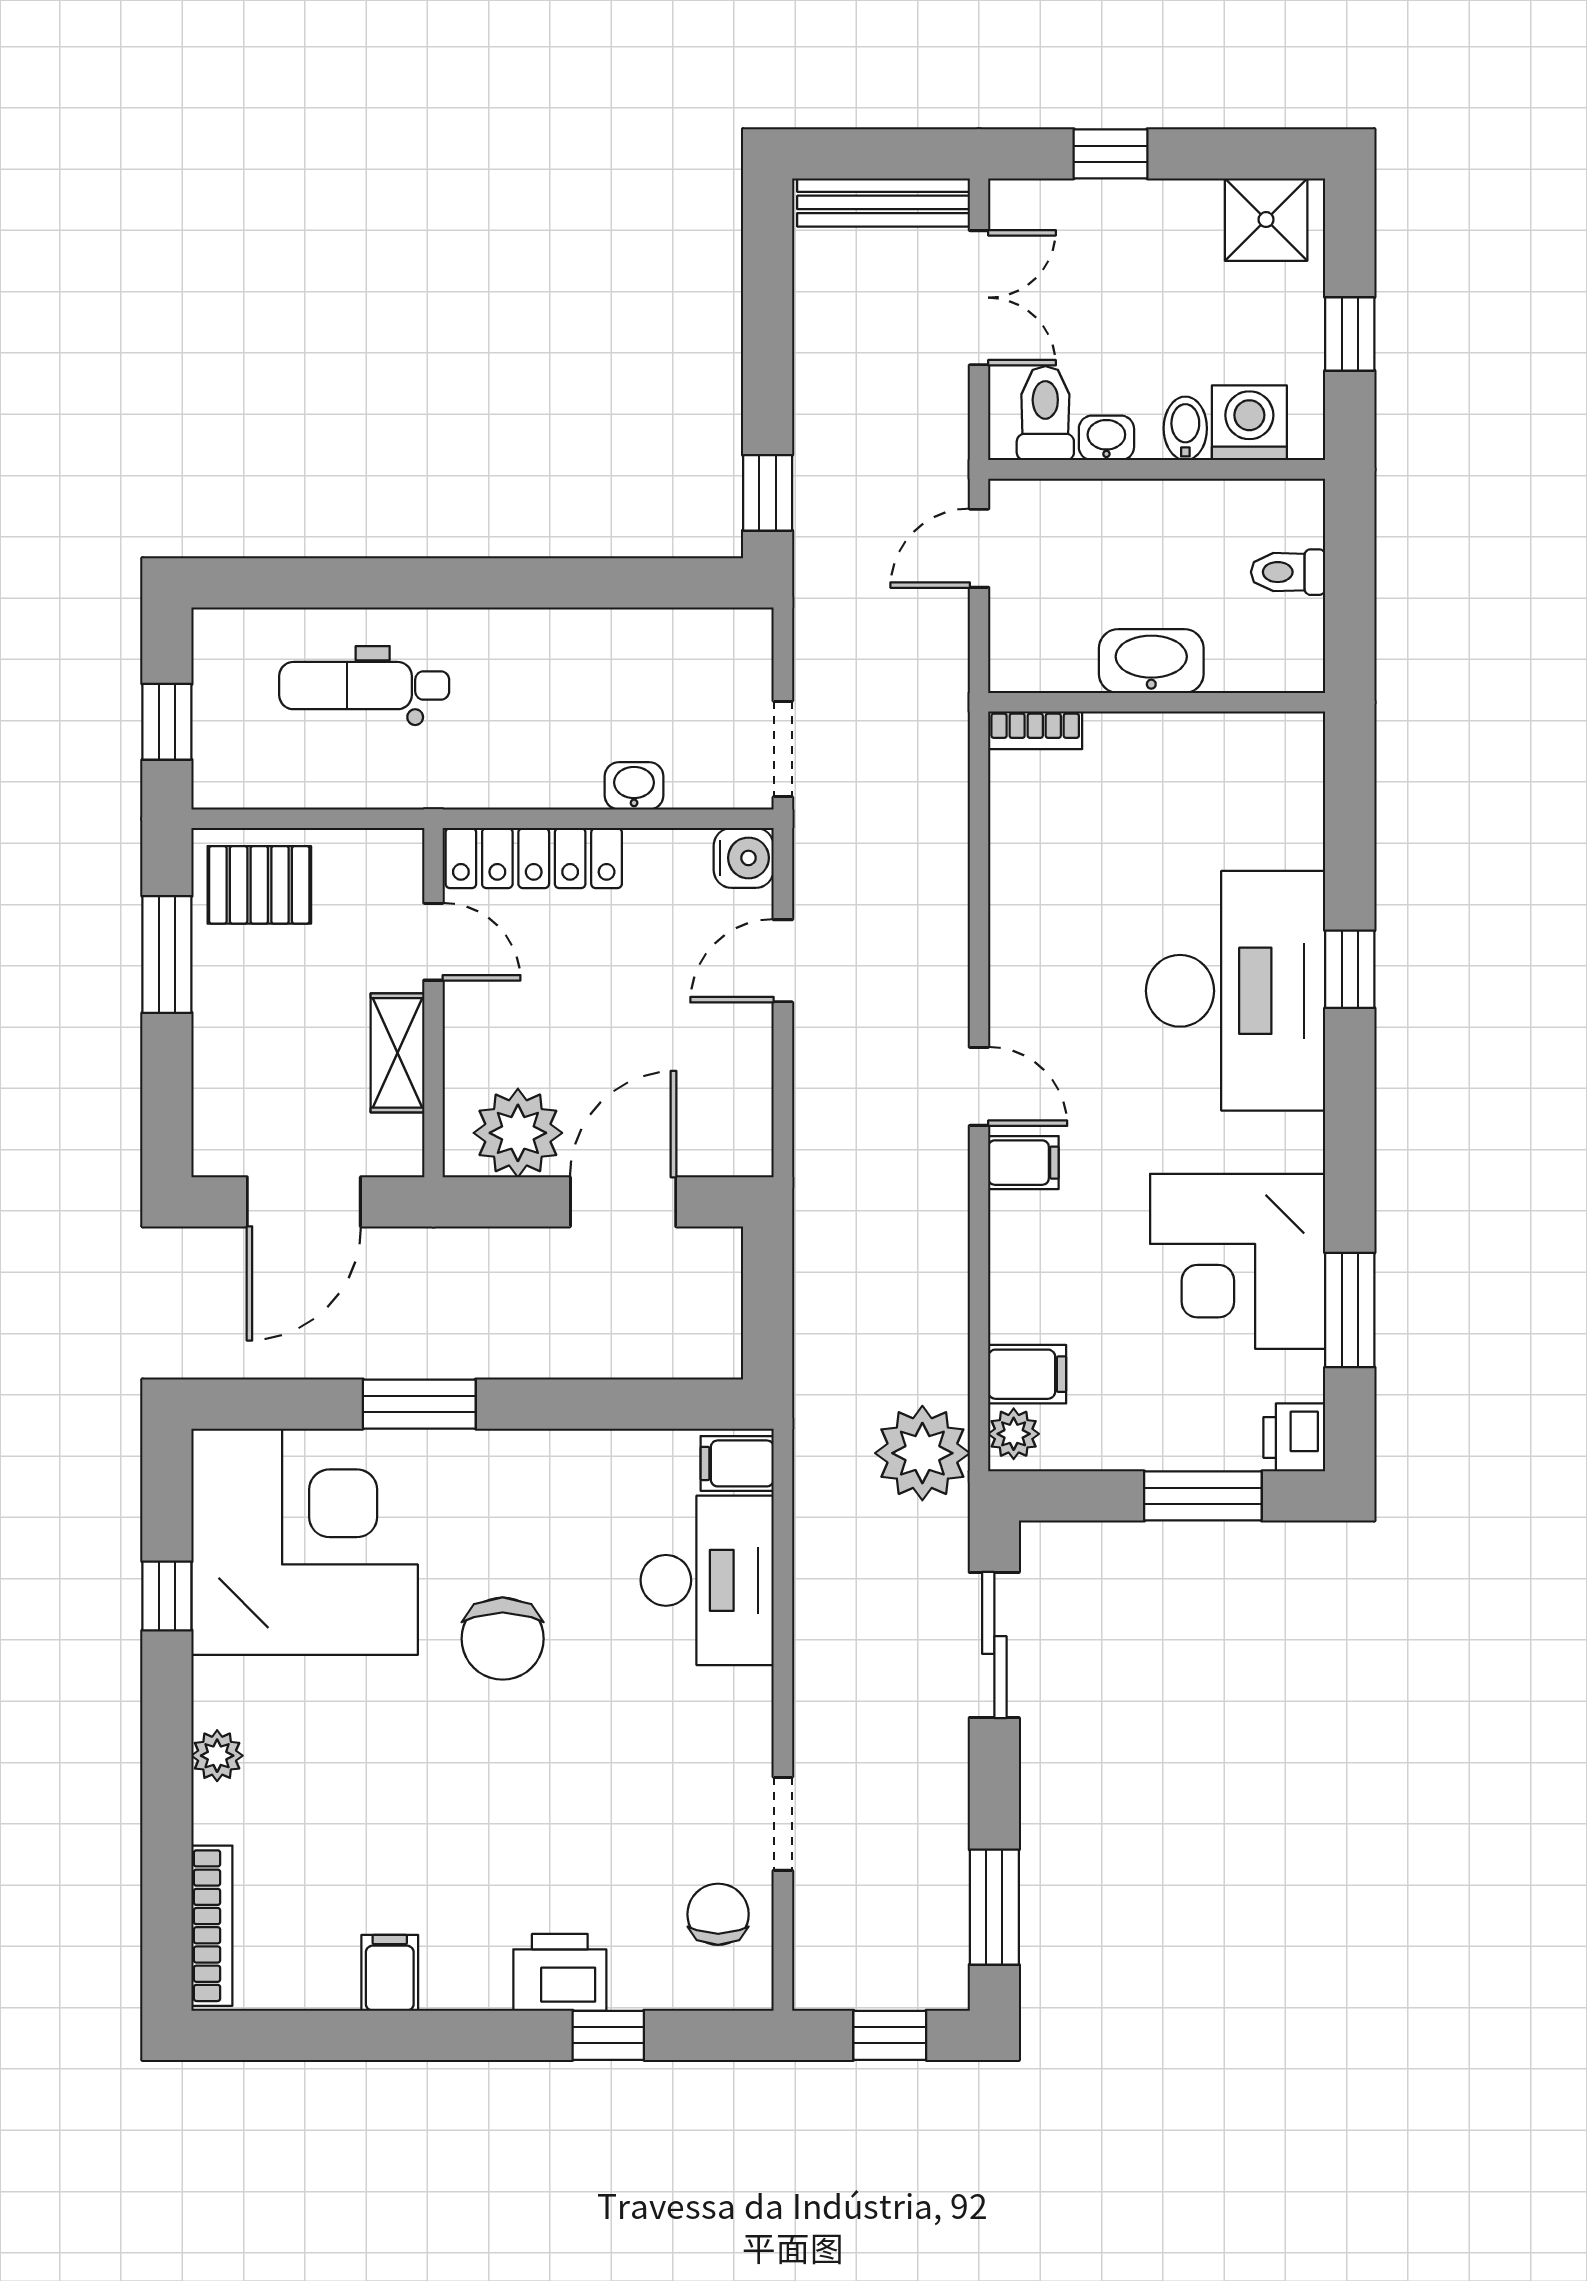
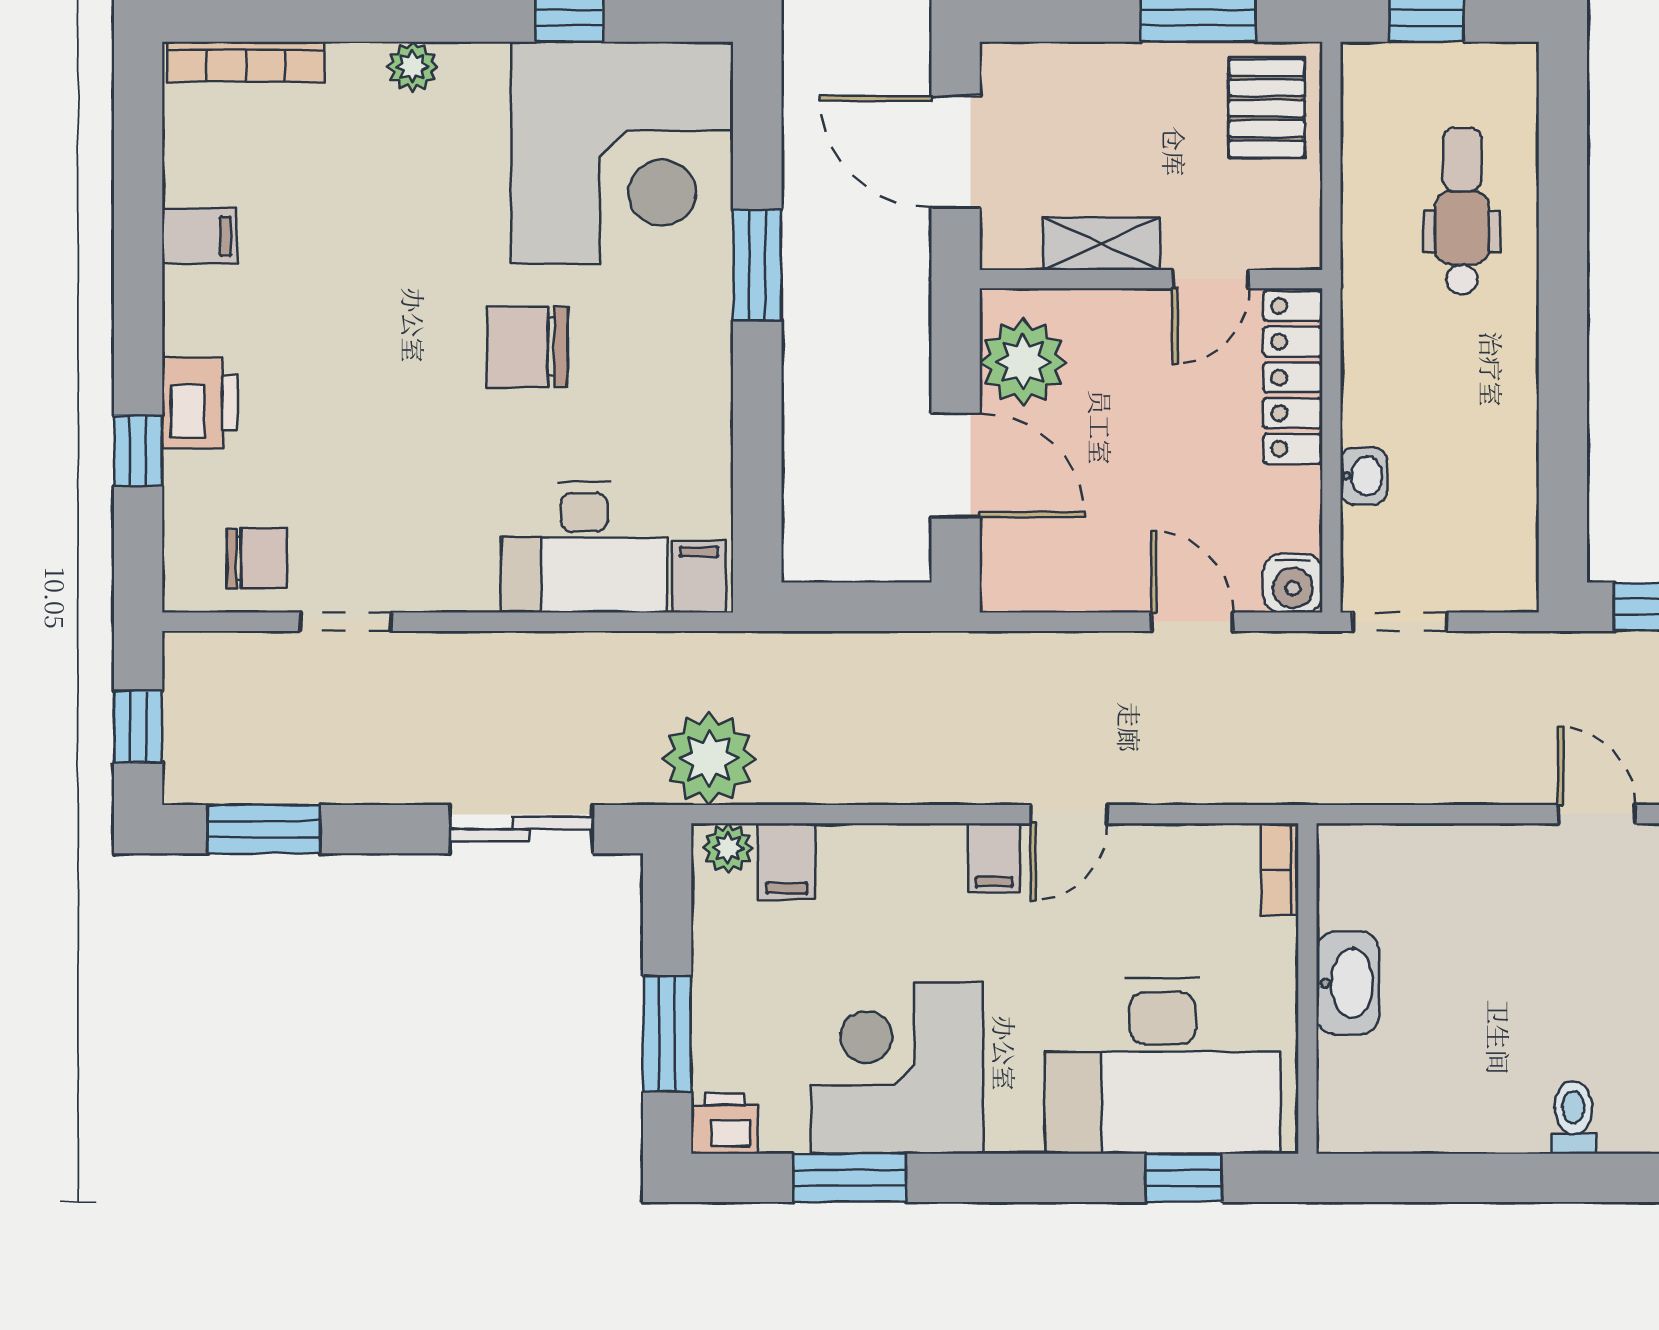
washbasin: (1151, 661) -> (1348, 983), moved
wall: (1157, 702) -> (1307, 988), moved
bookcase: (1035, 730) -> (1280, 869), moved

